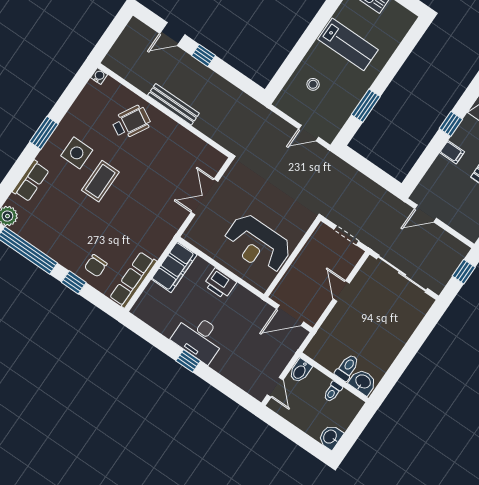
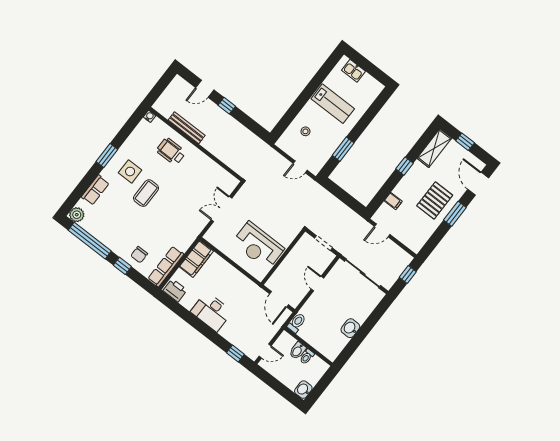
bench: (173, 104) -> (187, 128), moved
wheelchair: (131, 122) -> (171, 151), turned -119
filing cabinet: (452, 152) -> (393, 201), moved
printer: (220, 284) -> (175, 290), moved, turned 180
door: (290, 315) -> (279, 299), hinge flipped
window: (188, 361) -> (235, 354), moved
toilet: (347, 368) -> (297, 323), moved
bidet: (300, 371) -> (298, 351), moved
washbasin: (363, 382) -> (350, 328), moved, turned -90
door: (275, 387) -> (265, 351), hinge flipped

